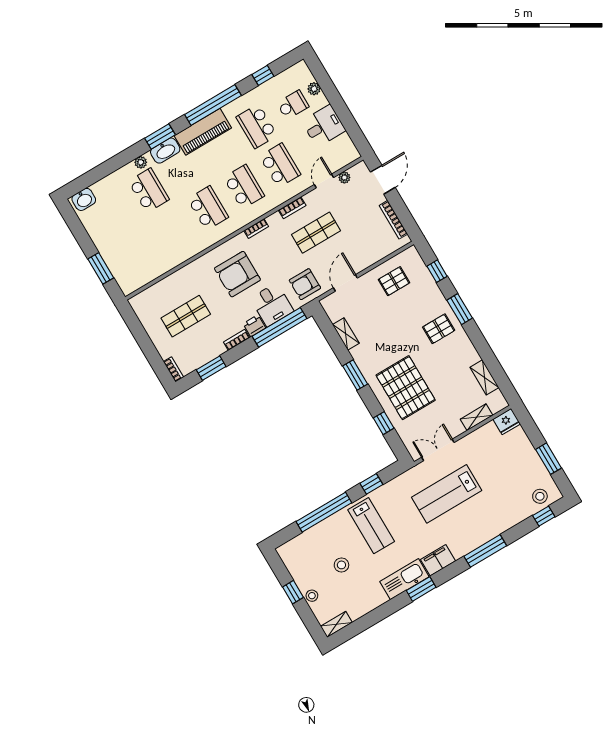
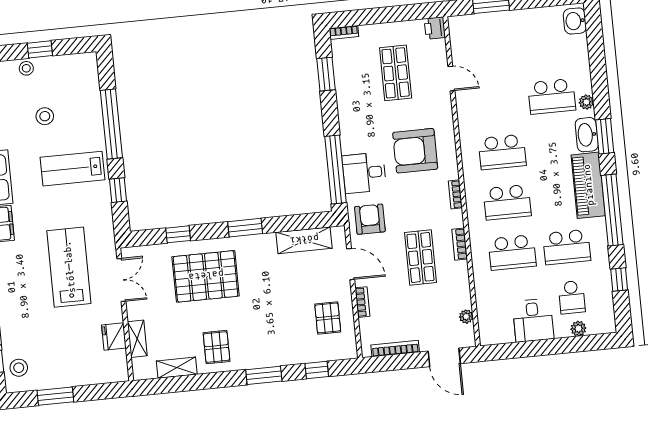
school desk: (257, 126) -> (567, 247), turned 180
door: (324, 181) -> (451, 79), moved
armchair: (237, 274) -> (415, 151), turned -90
printer: (254, 326) -> (435, 28), moved, turned 180
pallet: (439, 329) -> (217, 347), moved
shelving: (346, 334) -> (304, 240), width x1.50, depth x1.33
bookcase: (237, 340) -> (362, 302), moved
fridge: (507, 422) -> (114, 336), moved

